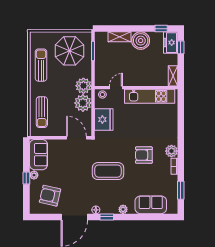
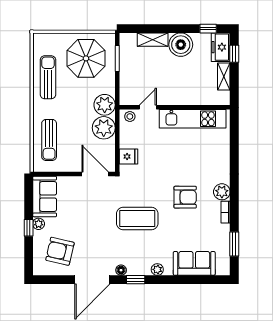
shelving: (173, 76) -> (224, 76), moved
fridge: (104, 119) -> (128, 157), width x0.53, depth x0.75
armchair: (144, 155) -> (185, 197), turned 180

